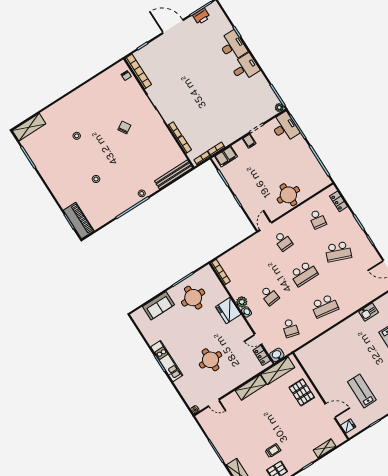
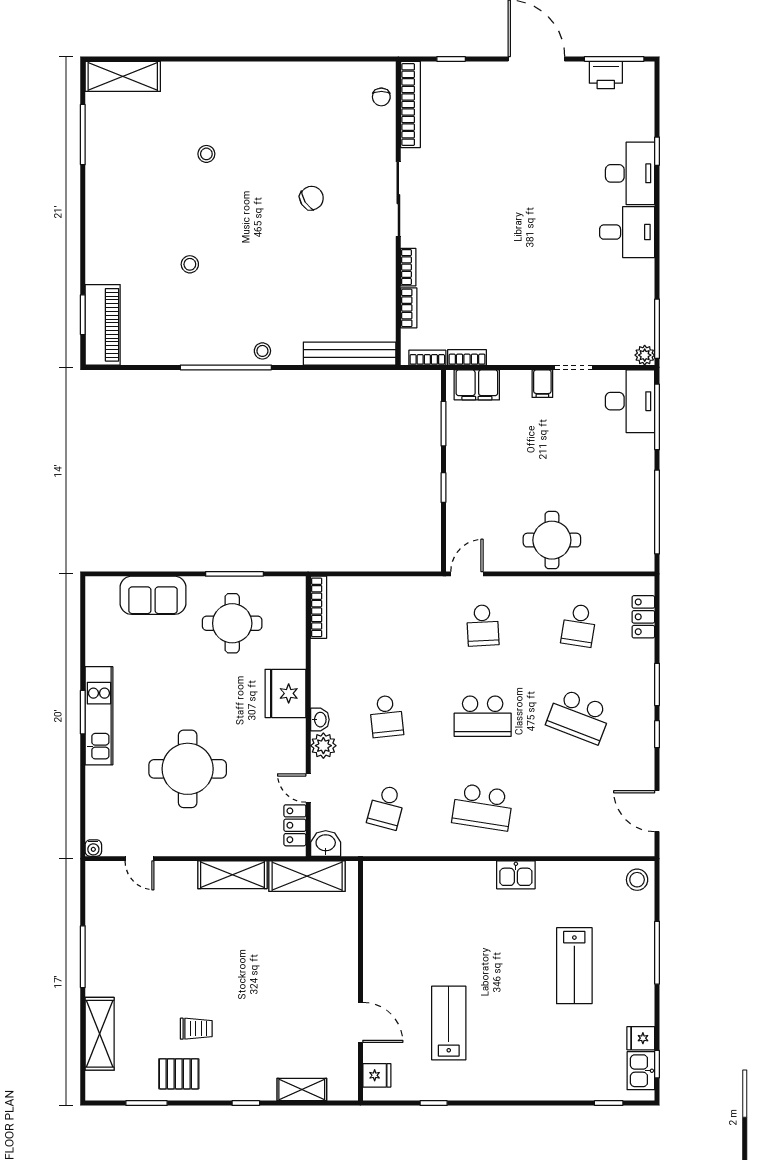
plant: (242, 302) -> (323, 746), moved
kitchen sink: (369, 312) -> (516, 875), moved
round table: (210, 360) -> (188, 769), width x1.36, depth x1.36
pallet: (302, 392) -> (327, 950), removed

